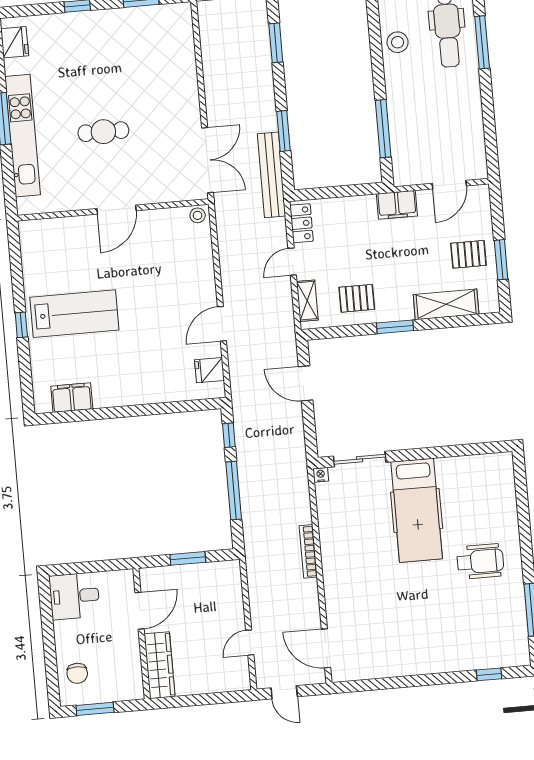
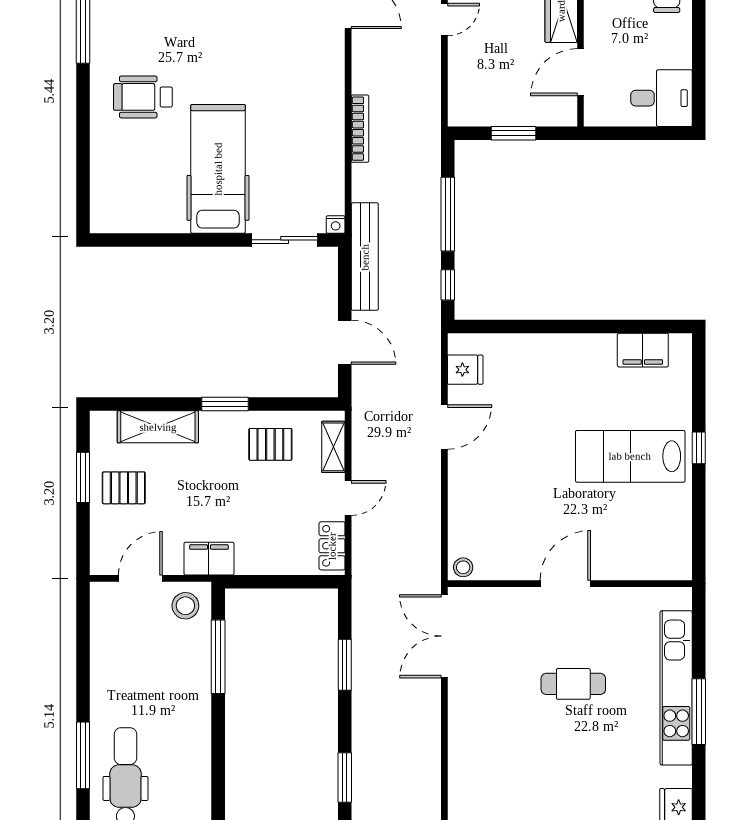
stool: (398, 42) -> (185, 606), moved
bench: (272, 175) -> (365, 257), moved

